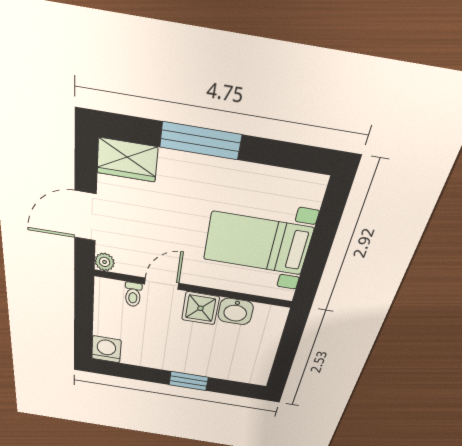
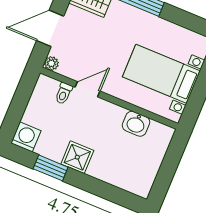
shower: (200, 308) -> (77, 157), moved
window: (189, 381) -> (51, 168), moved

